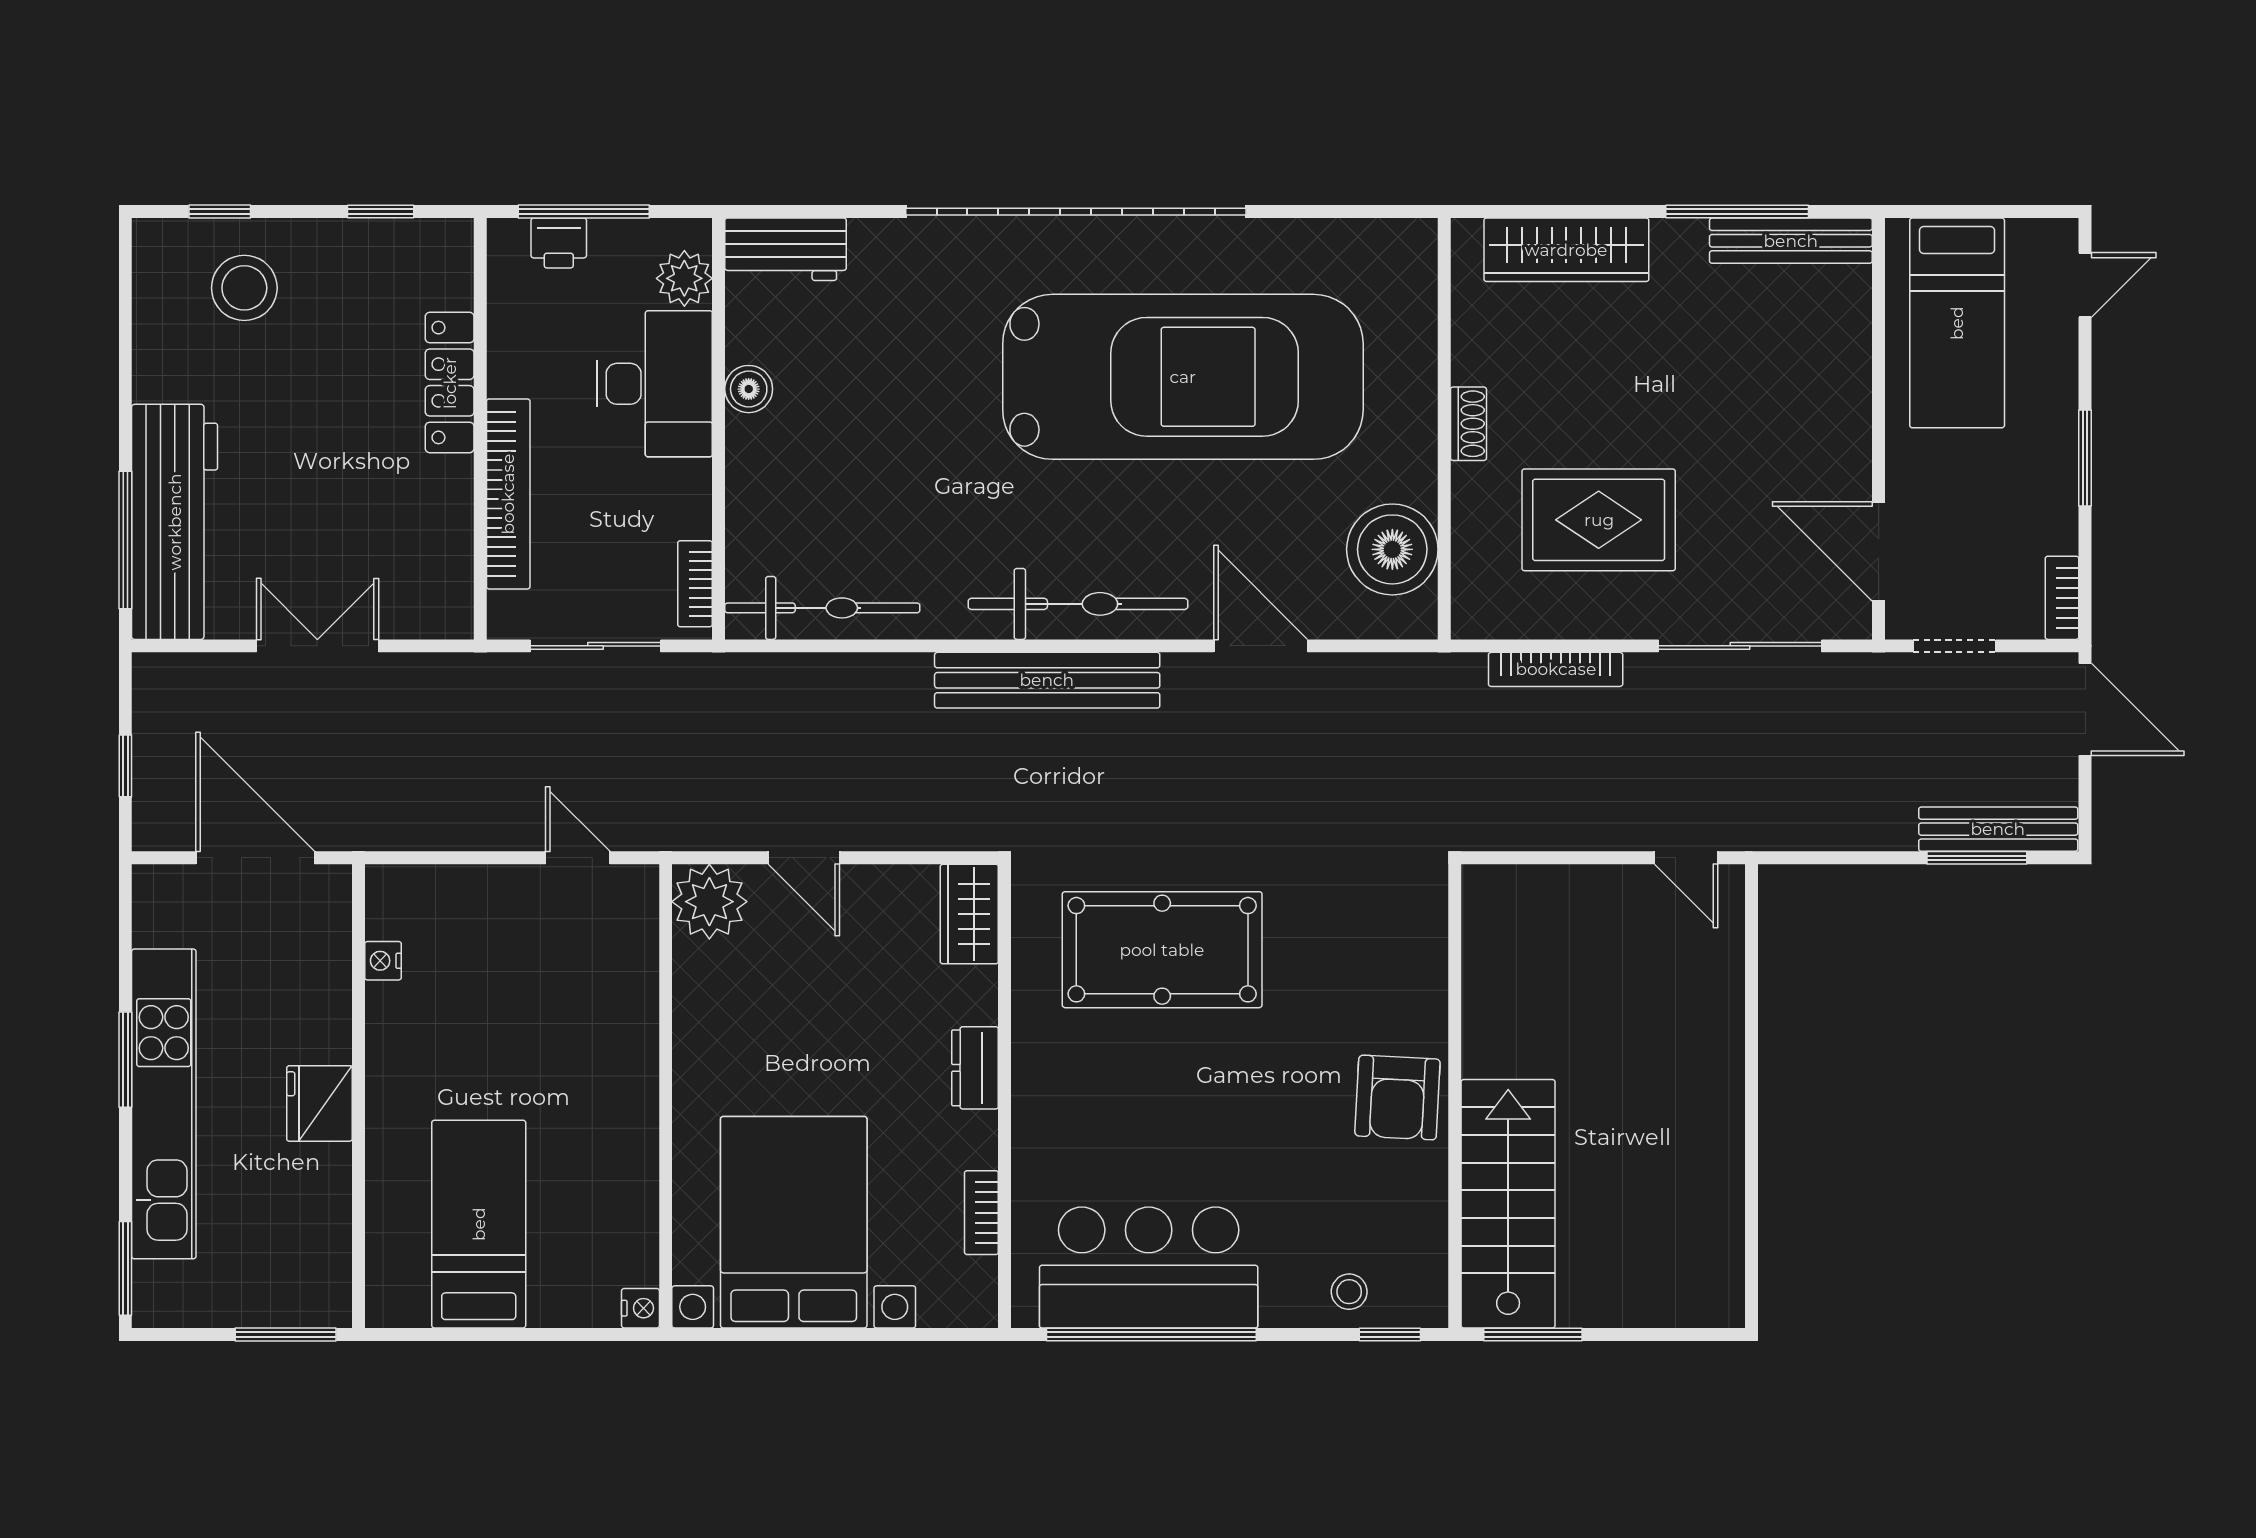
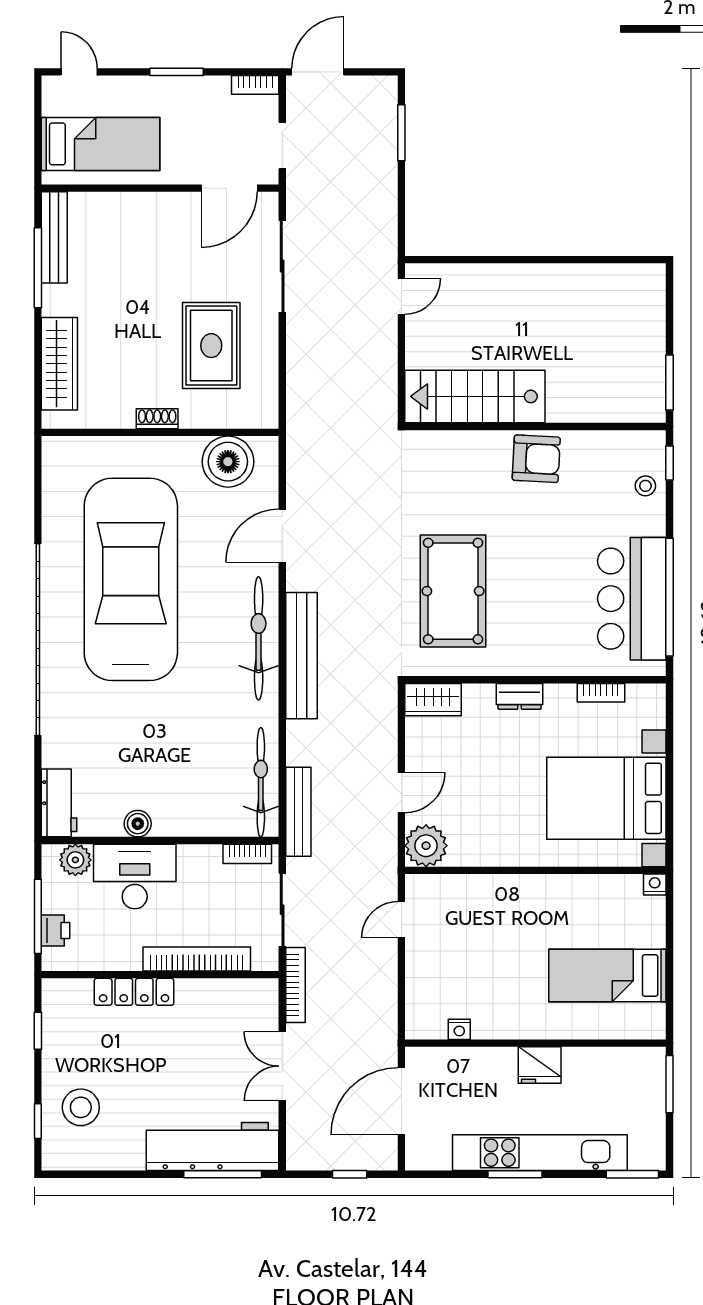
bookcase: (1556, 669) -> (295, 985), moved
bench: (1998, 829) -> (298, 812), moved
stairs: (1508, 1204) -> (475, 396), moved

